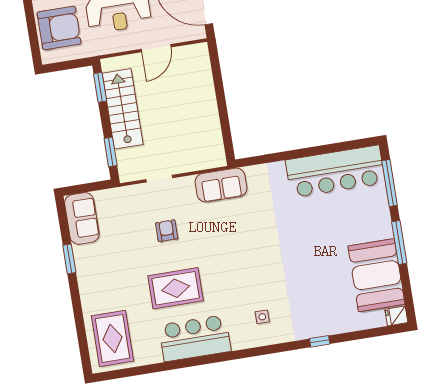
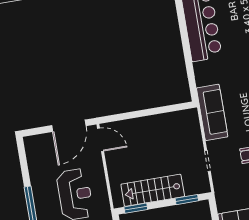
door: (156, 48) -> (101, 140), moved
sofa: (221, 185) -> (212, 112), width x1.36

